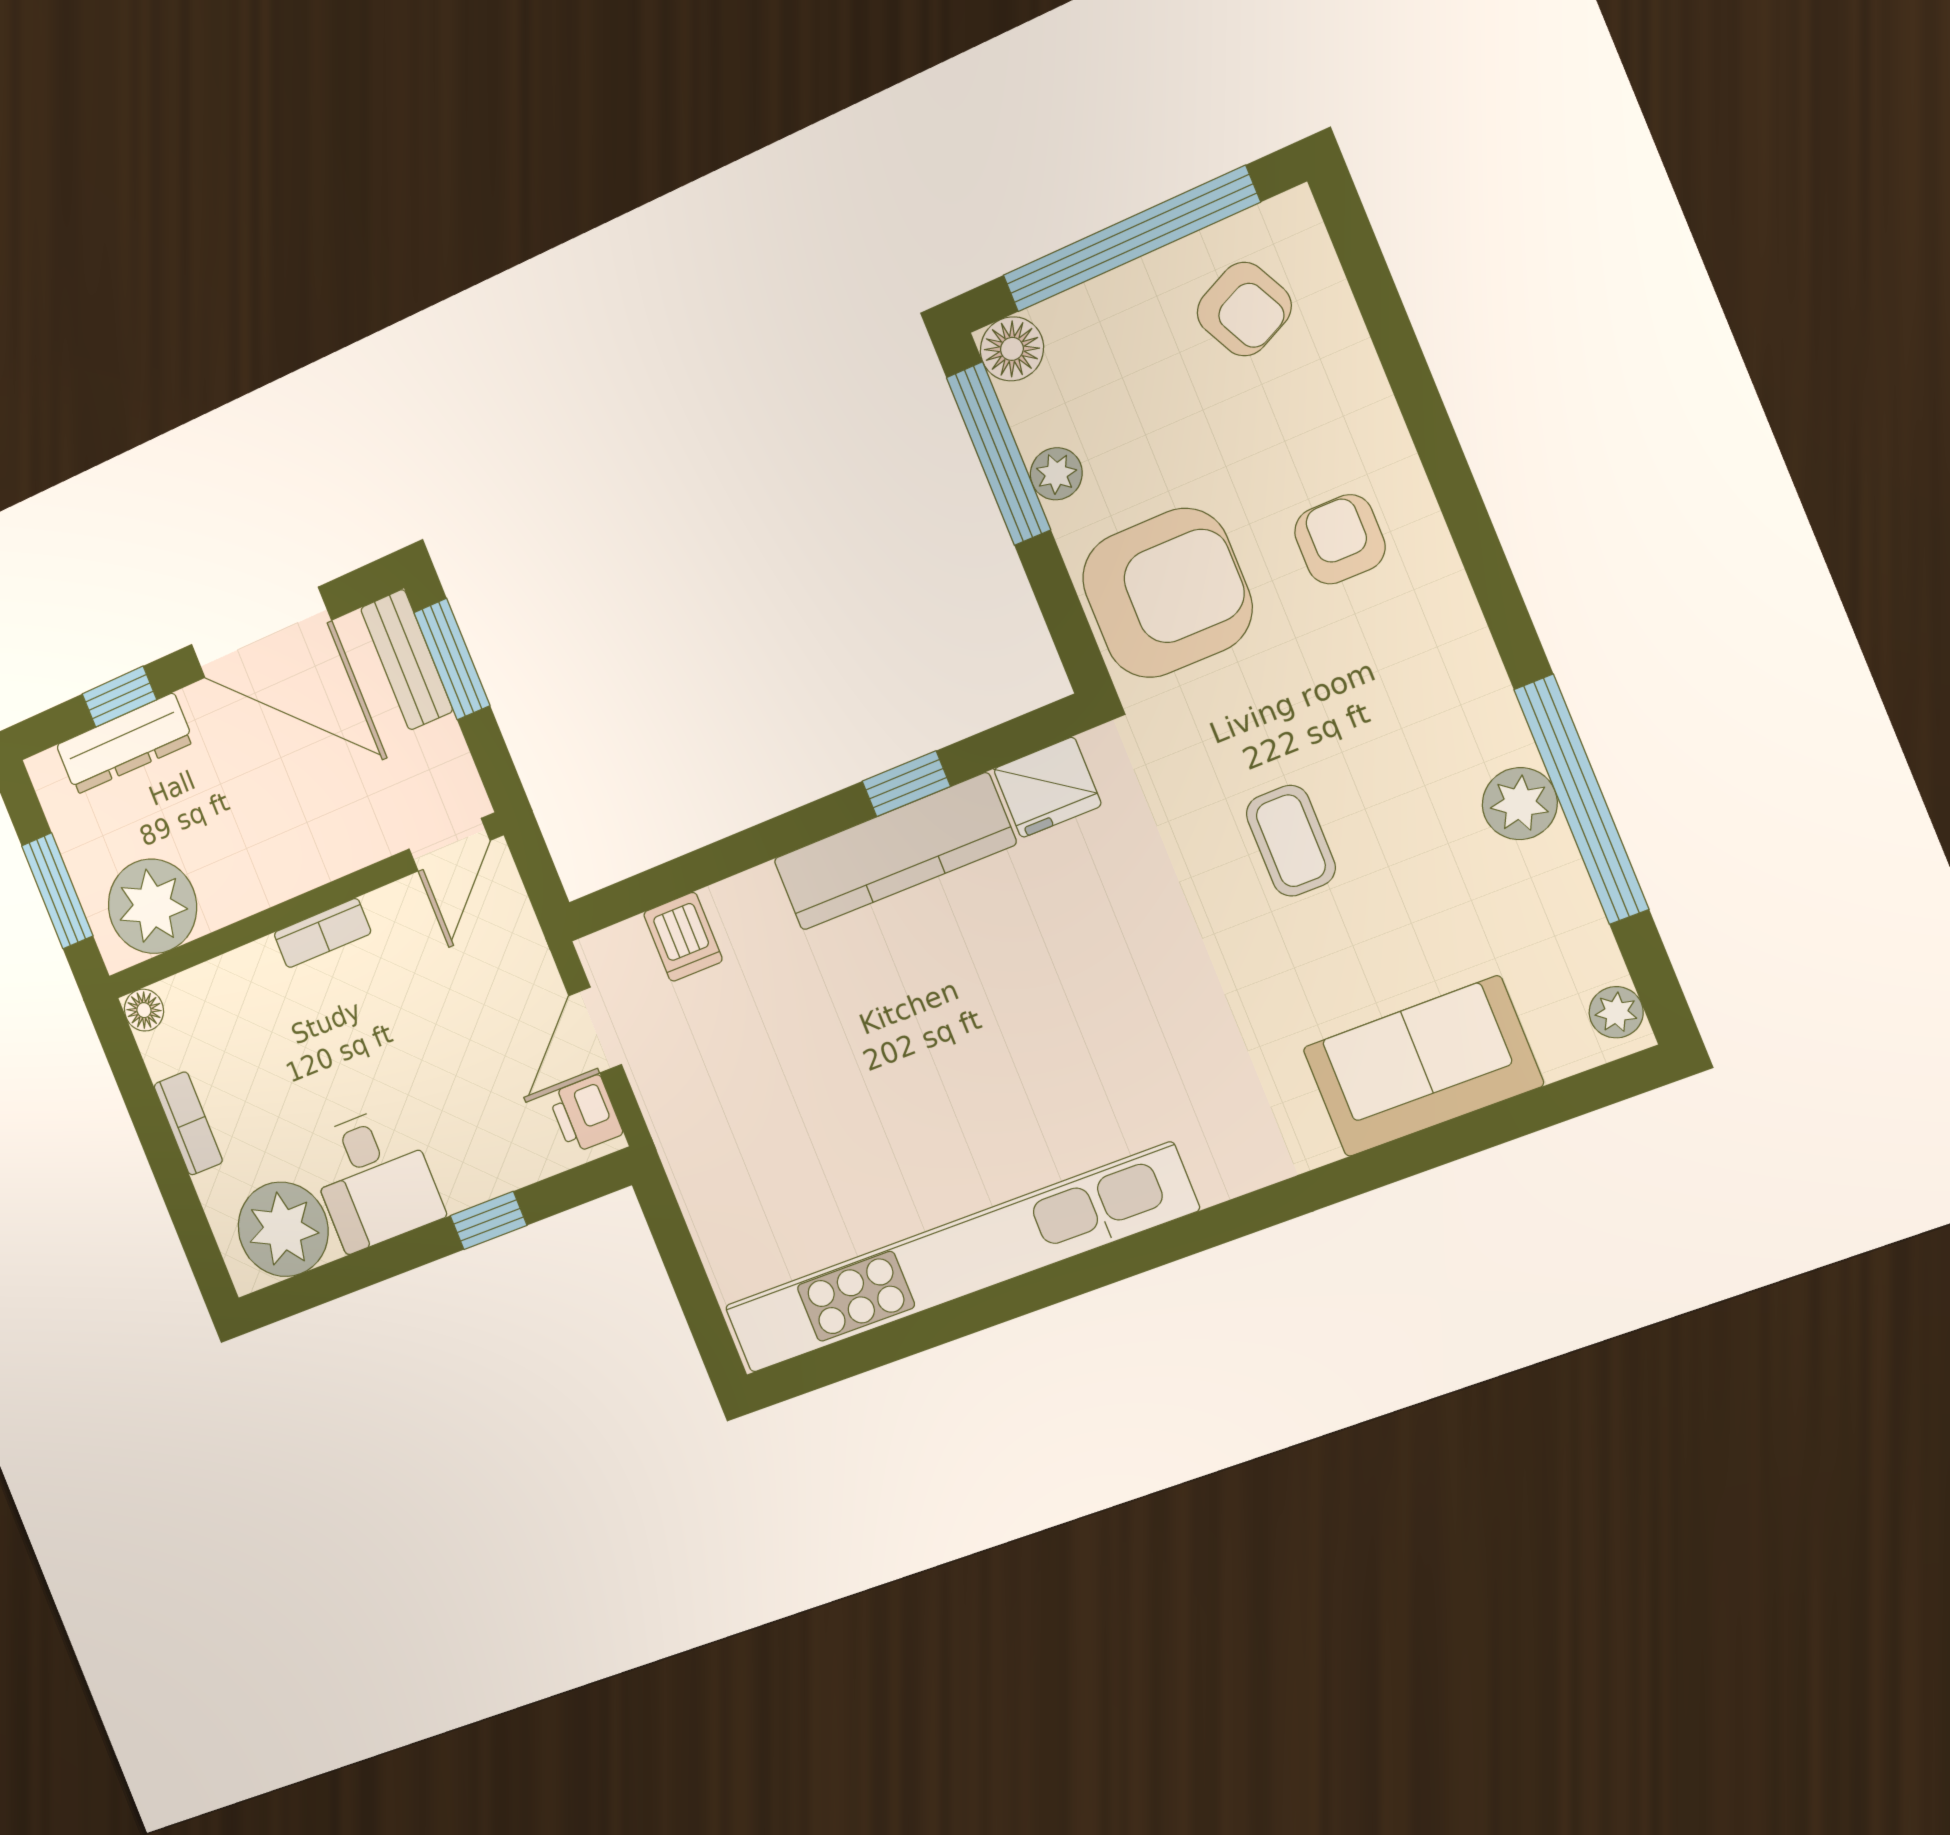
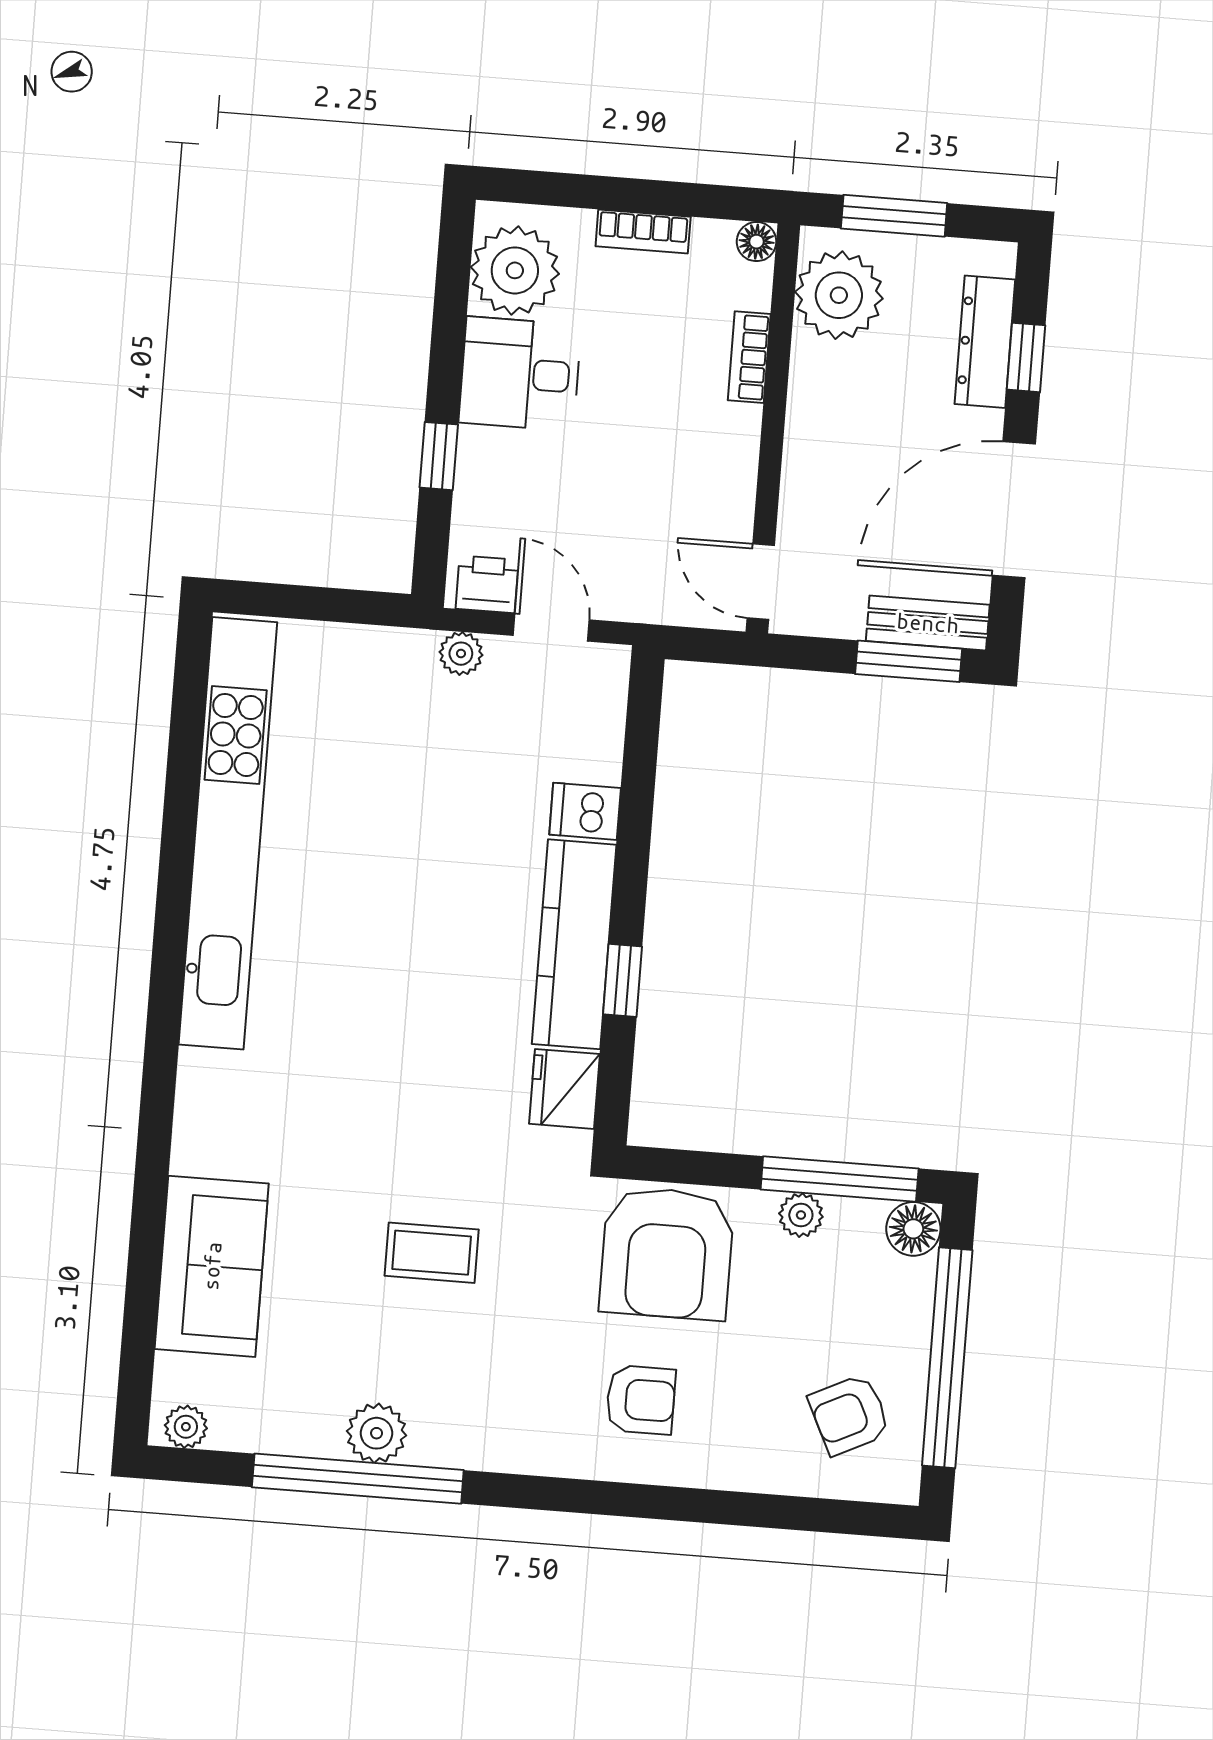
bookcase: (322, 933) -> (749, 357), moved
dishwasher: (683, 937) -> (585, 811), moved
plant: (664, 1108) -> (461, 654), added

